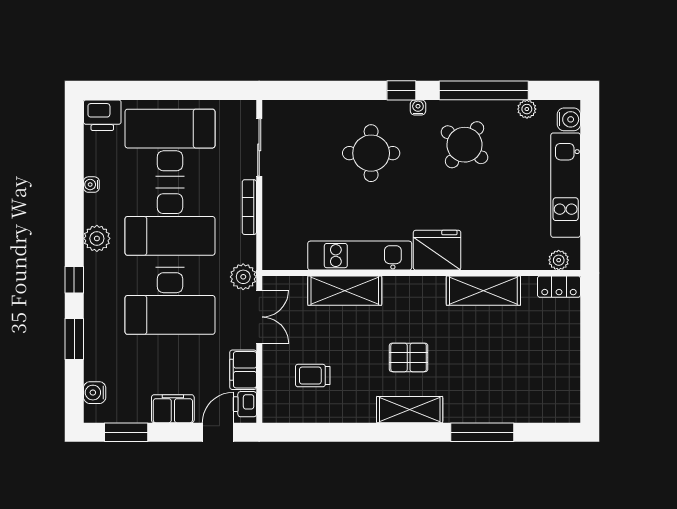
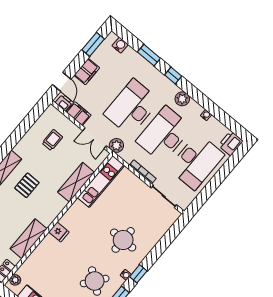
fridge: (437, 250) -> (59, 232), width x0.53, depth x0.75
kitchen unit: (360, 256) -> (101, 182), moved

